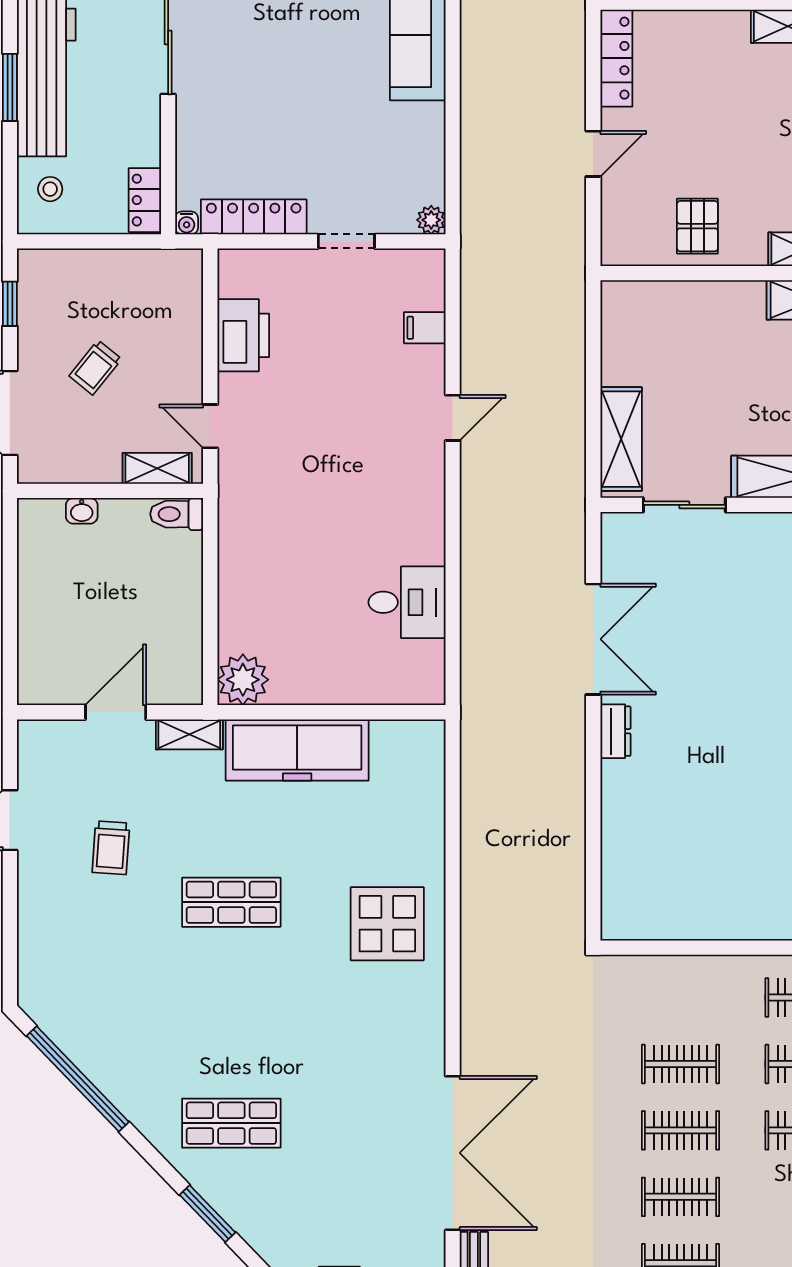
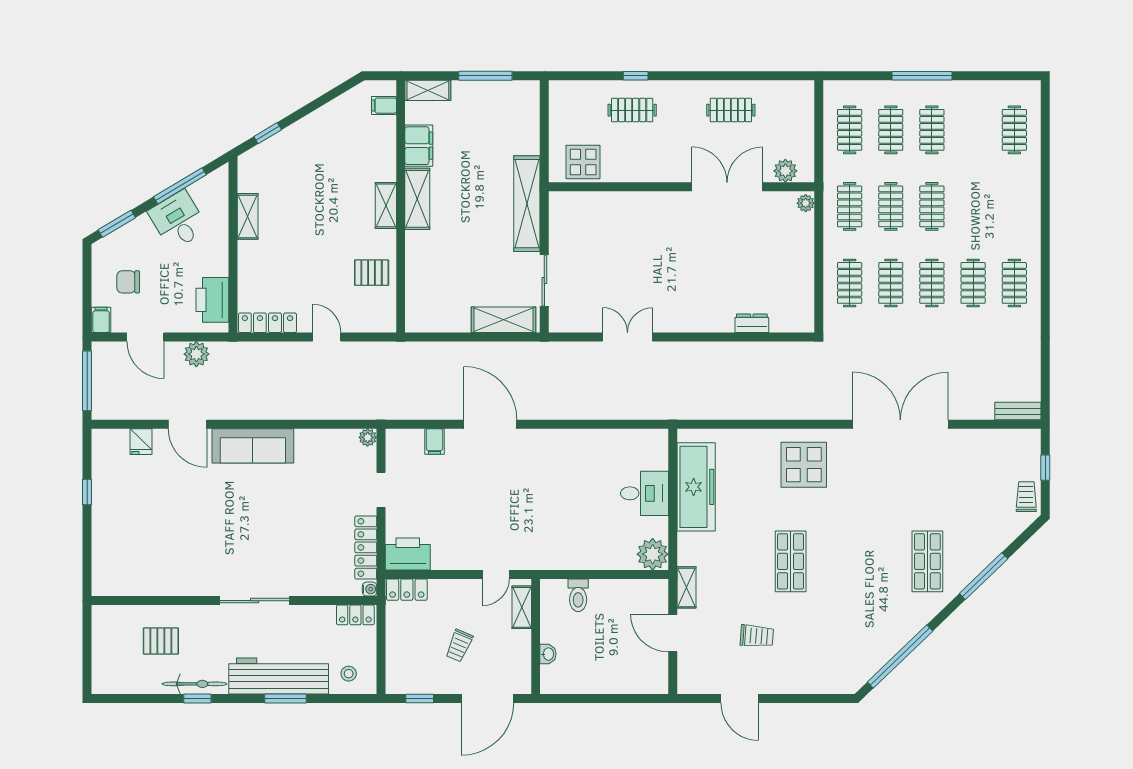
locker: (186, 283) -> (407, 590), added
printer: (243, 335) -> (408, 554), moved
trolley: (95, 367) -> (459, 646), turned 74
door: (453, 418) -> (490, 424), width x1.88
toilet: (177, 514) -> (578, 595), moved
desk: (407, 602) -> (645, 493), moved, turned 90
double door: (593, 639) -> (628, 337), width x0.73
dresser: (615, 731) -> (752, 323), moved
freezer: (297, 750) -> (696, 487), moved
clothes rail: (681, 998) -> (850, 283), added
double door: (453, 1153) -> (900, 424), moved
window: (207, 1214) -> (984, 576), width x1.44

